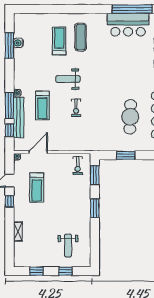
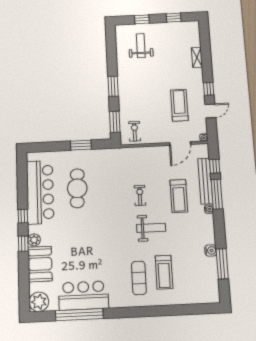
water cooler: (18, 43) -> (211, 250), moved
treadmill: (42, 106) -> (179, 196), turned 180

